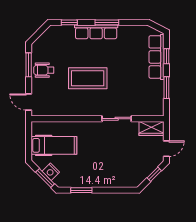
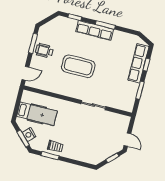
door: (29, 102) -> (25, 73), swing flipped
wardrobe: (151, 128) -> (120, 120), removed
door: (166, 149) -> (127, 140), hinge flipped
trolley: (85, 178) -> (55, 146), added

